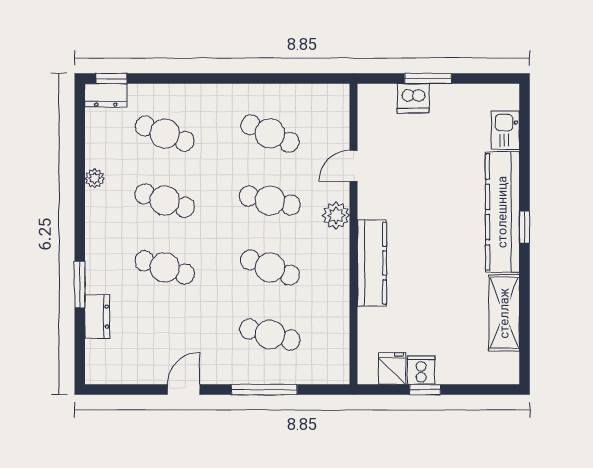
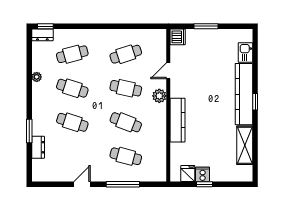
dishwasher: (413, 98) -> (178, 37), moved, turned -90
cafe table: (165, 134) -> (72, 54), turned -36
cafe table: (270, 134) -> (126, 54), turned -42

